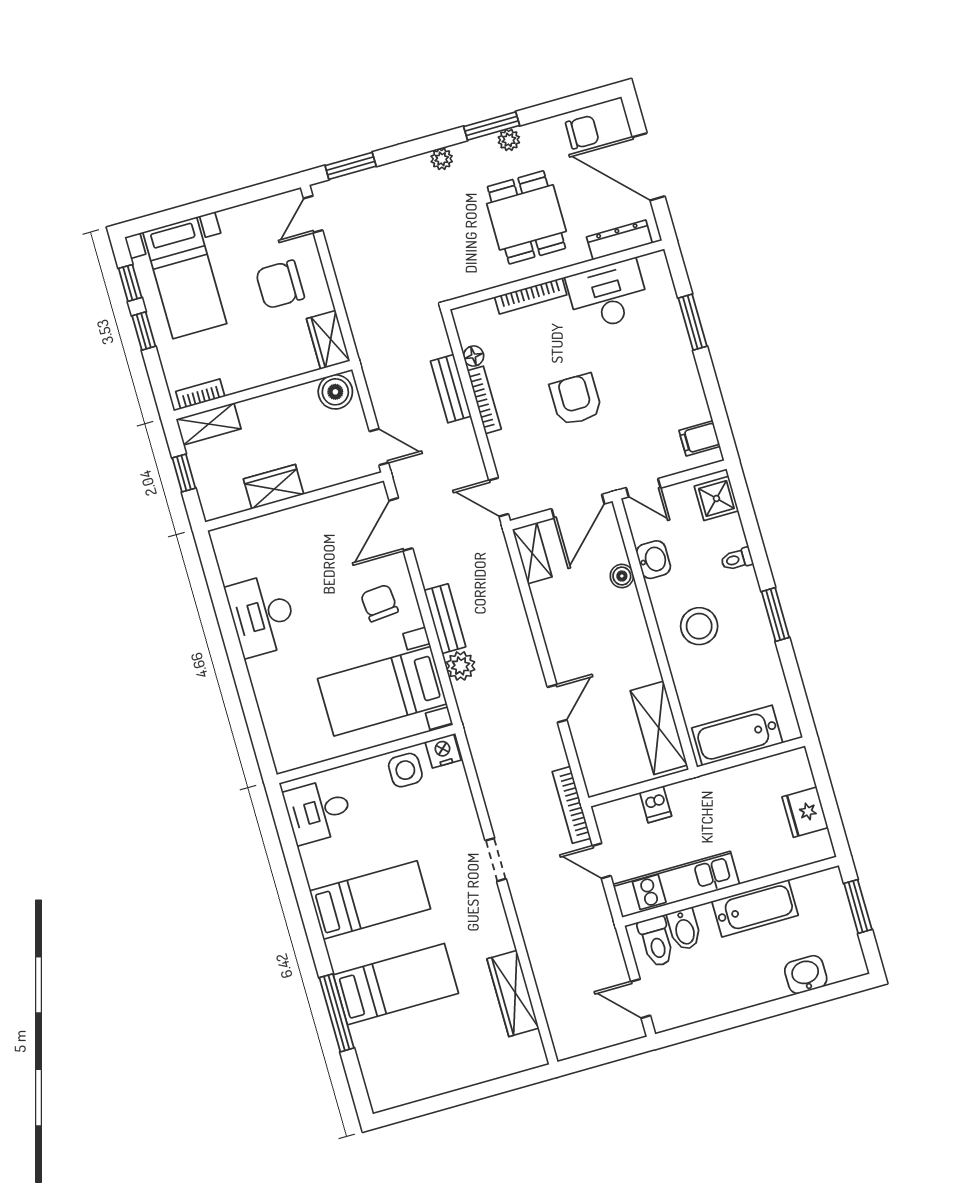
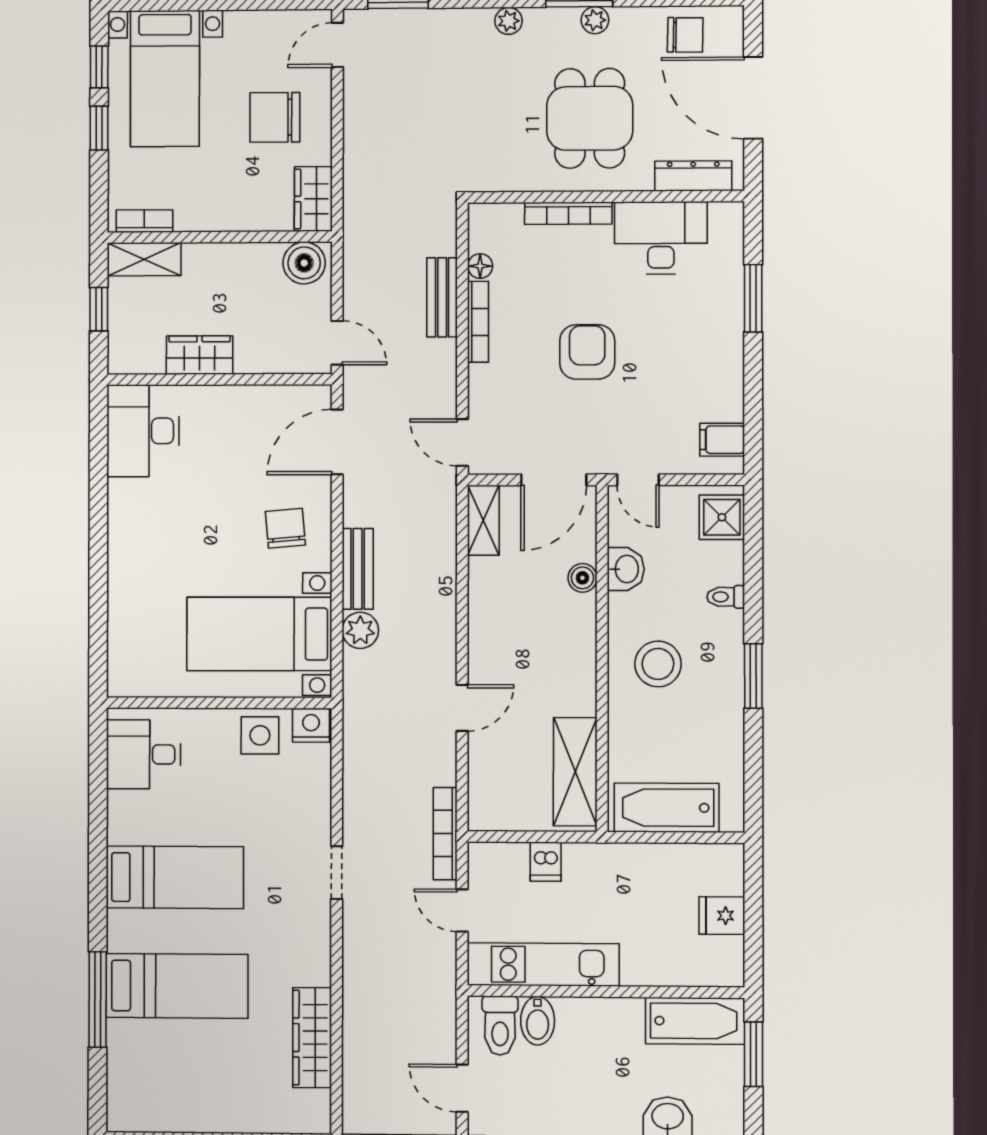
desk: (262, 615) -> (143, 431), moved
fridge: (805, 812) -> (722, 916), width x0.72
bathtub: (755, 908) -> (695, 1021), moved

